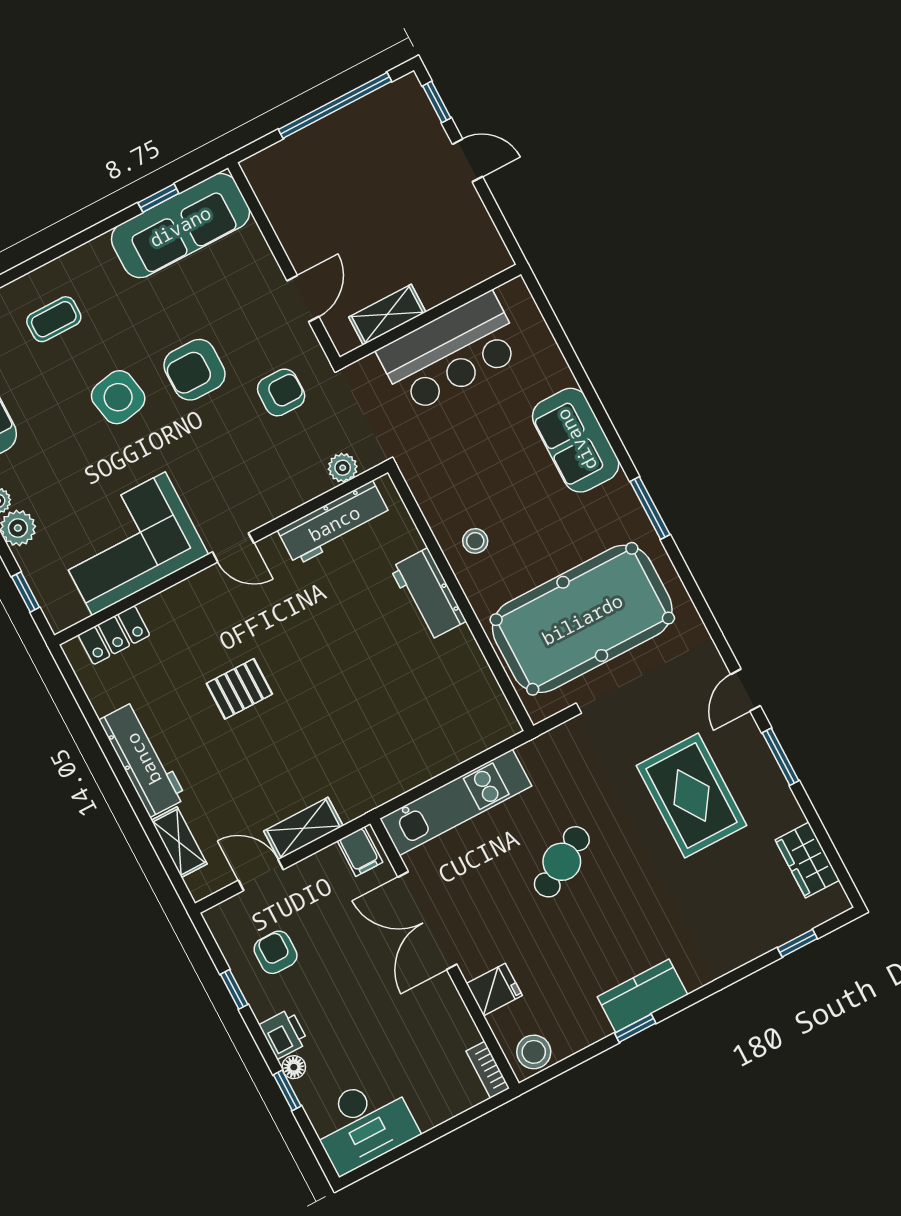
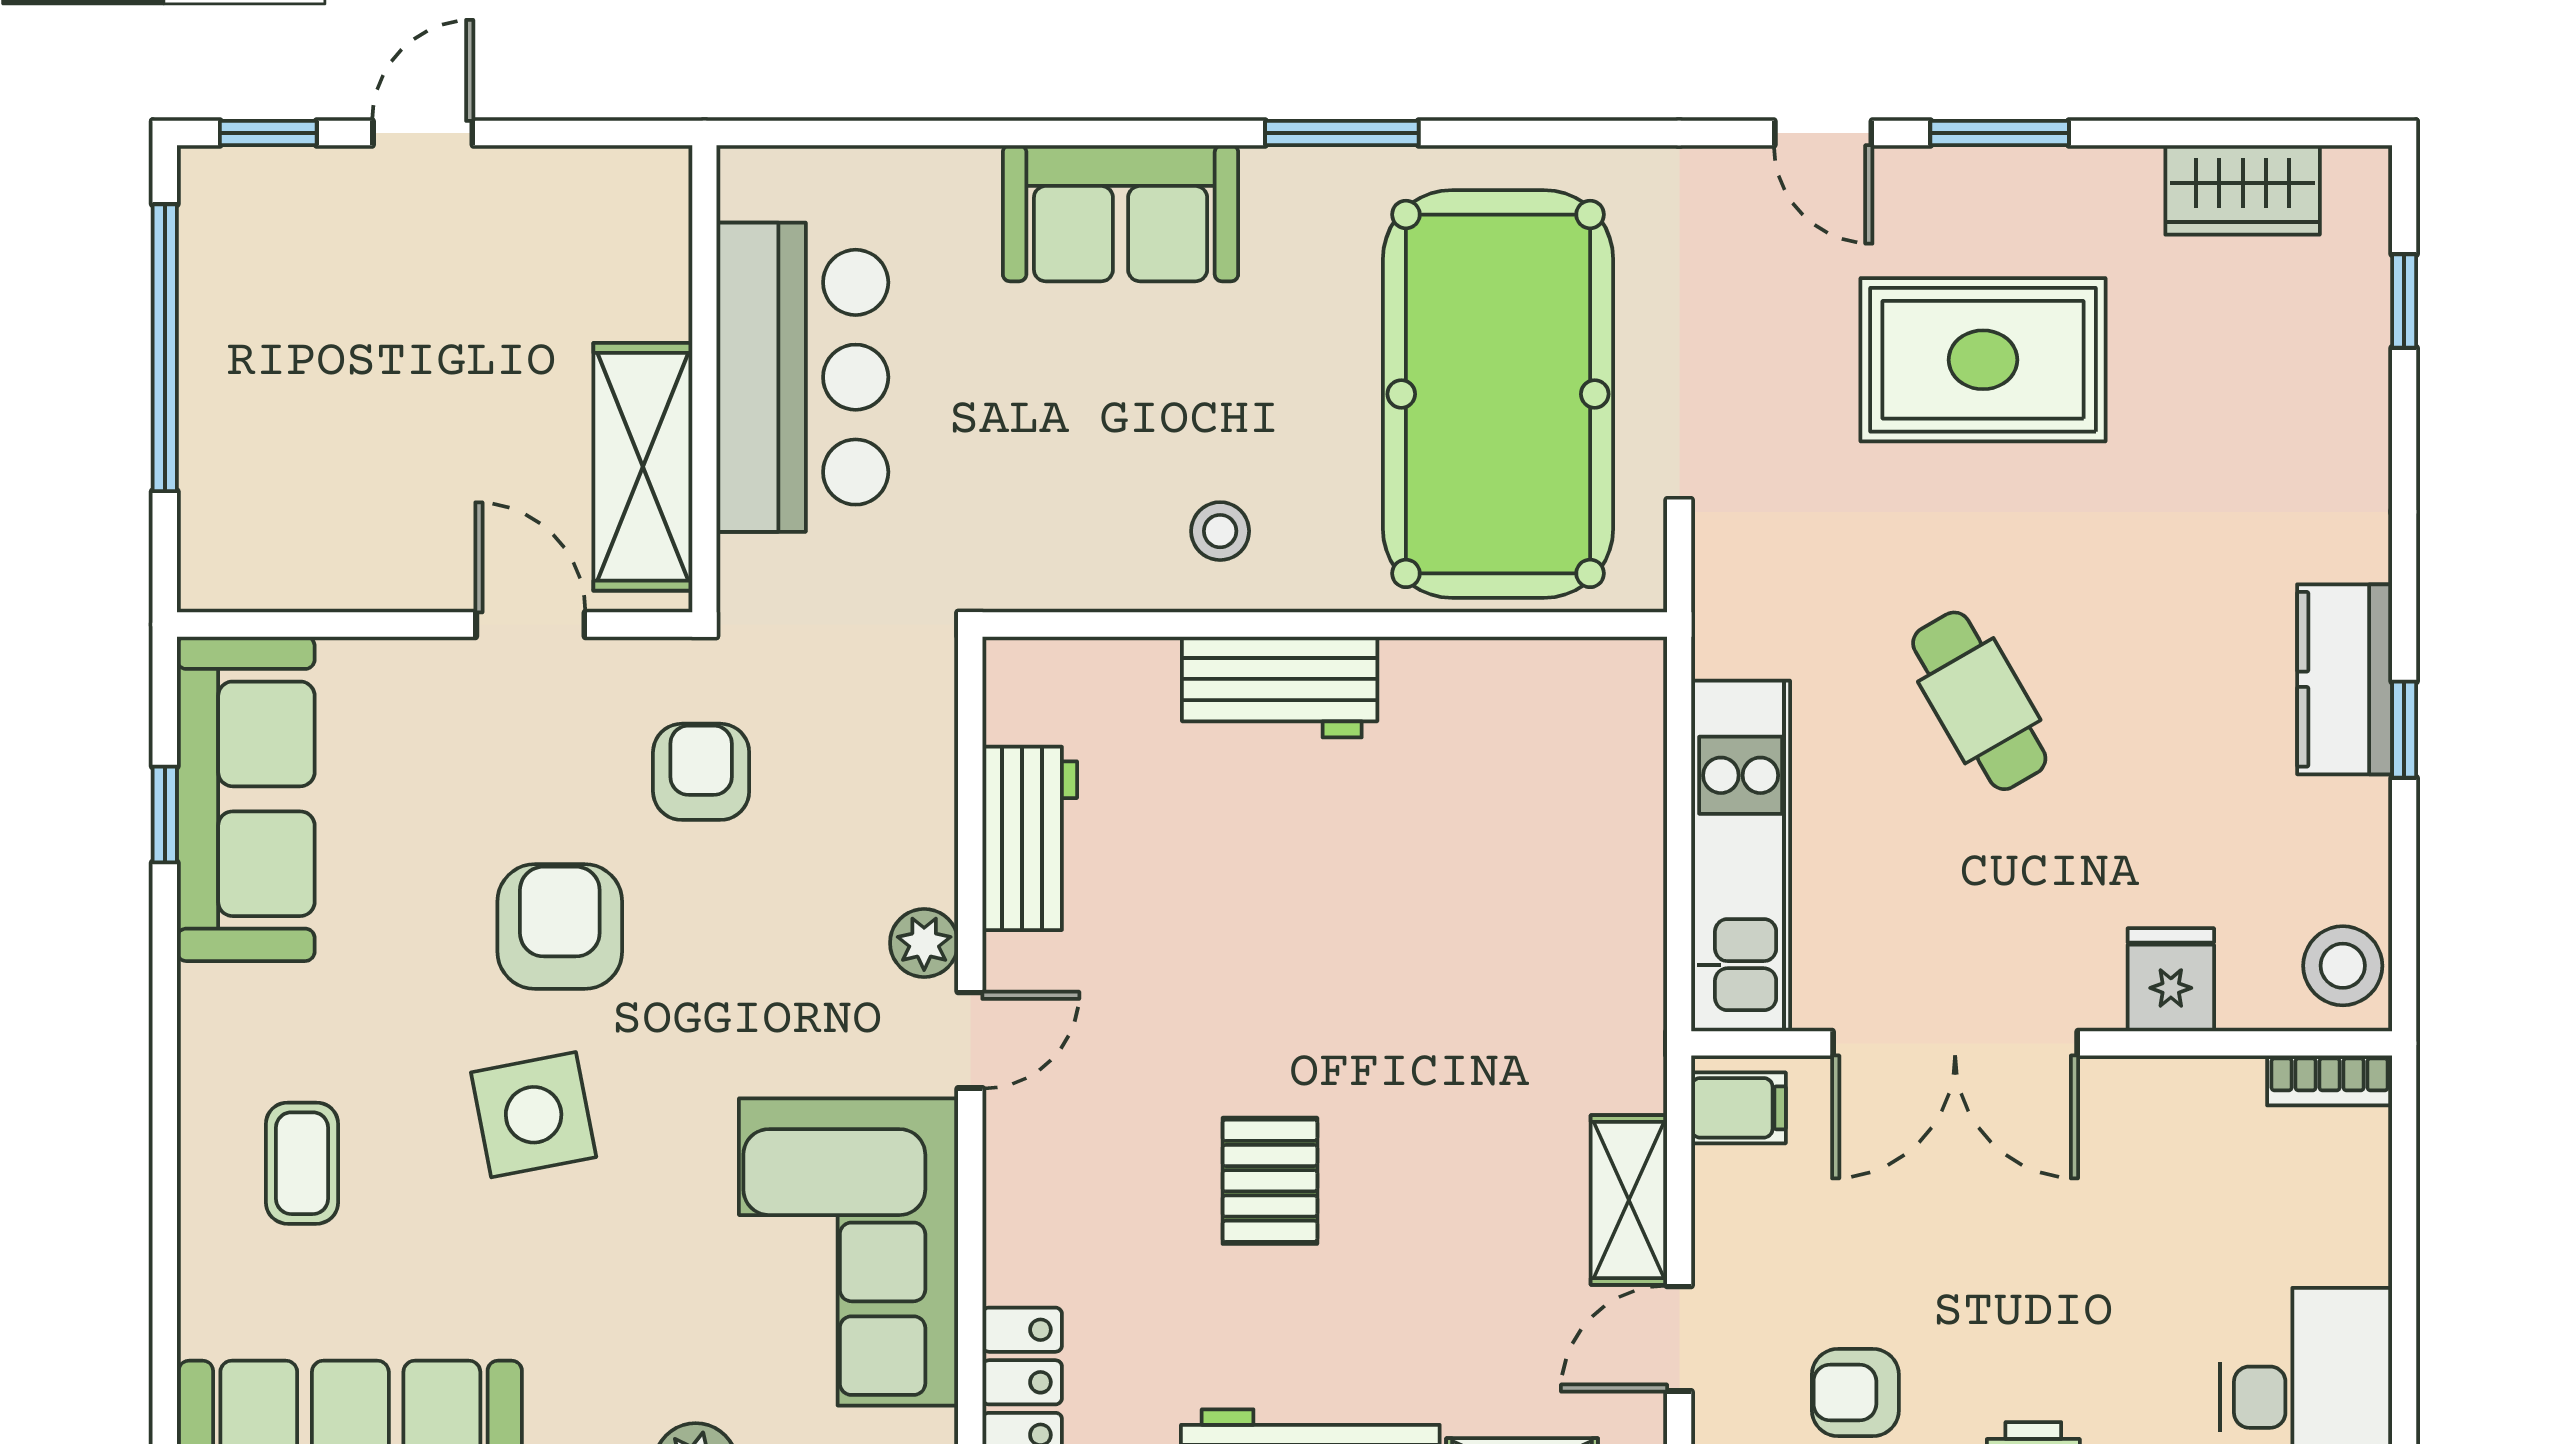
shelving: (387, 315) -> (643, 467), width x1.50, depth x1.33
armchair: (195, 370) -> (560, 927), turned 180
plant: (343, 468) -> (924, 943), moved
workbench: (334, 523) -> (1030, 838), width x0.73

